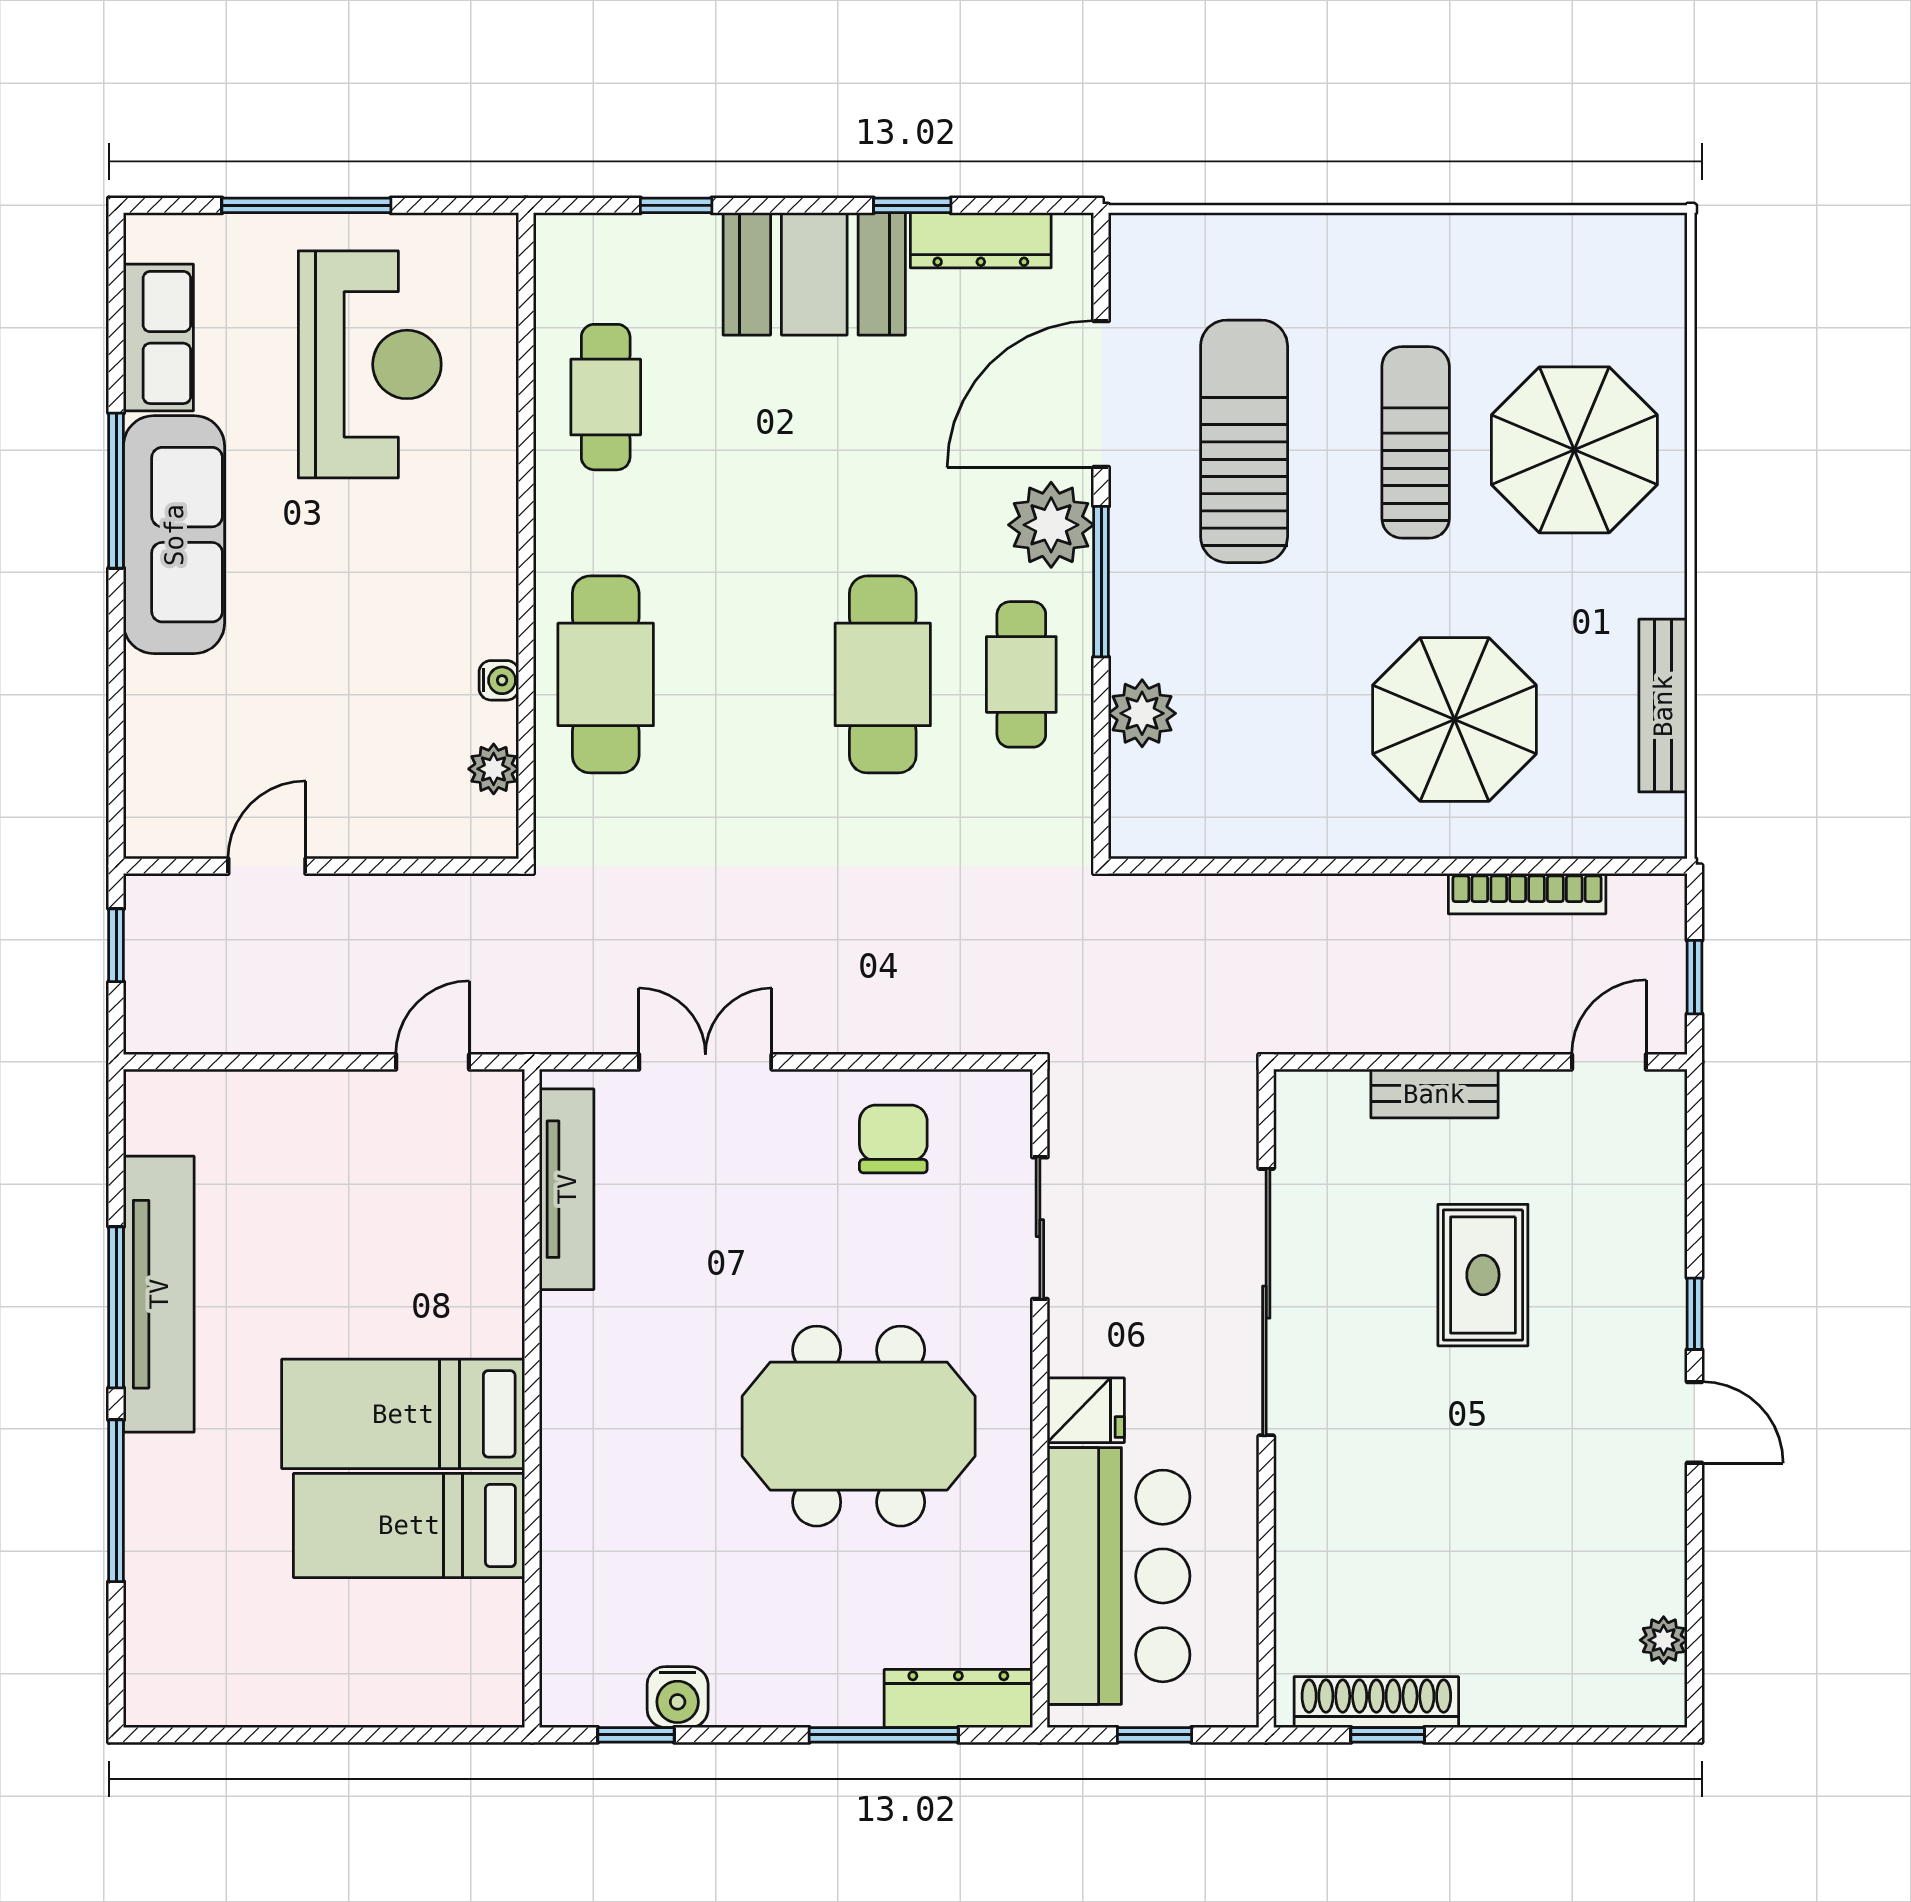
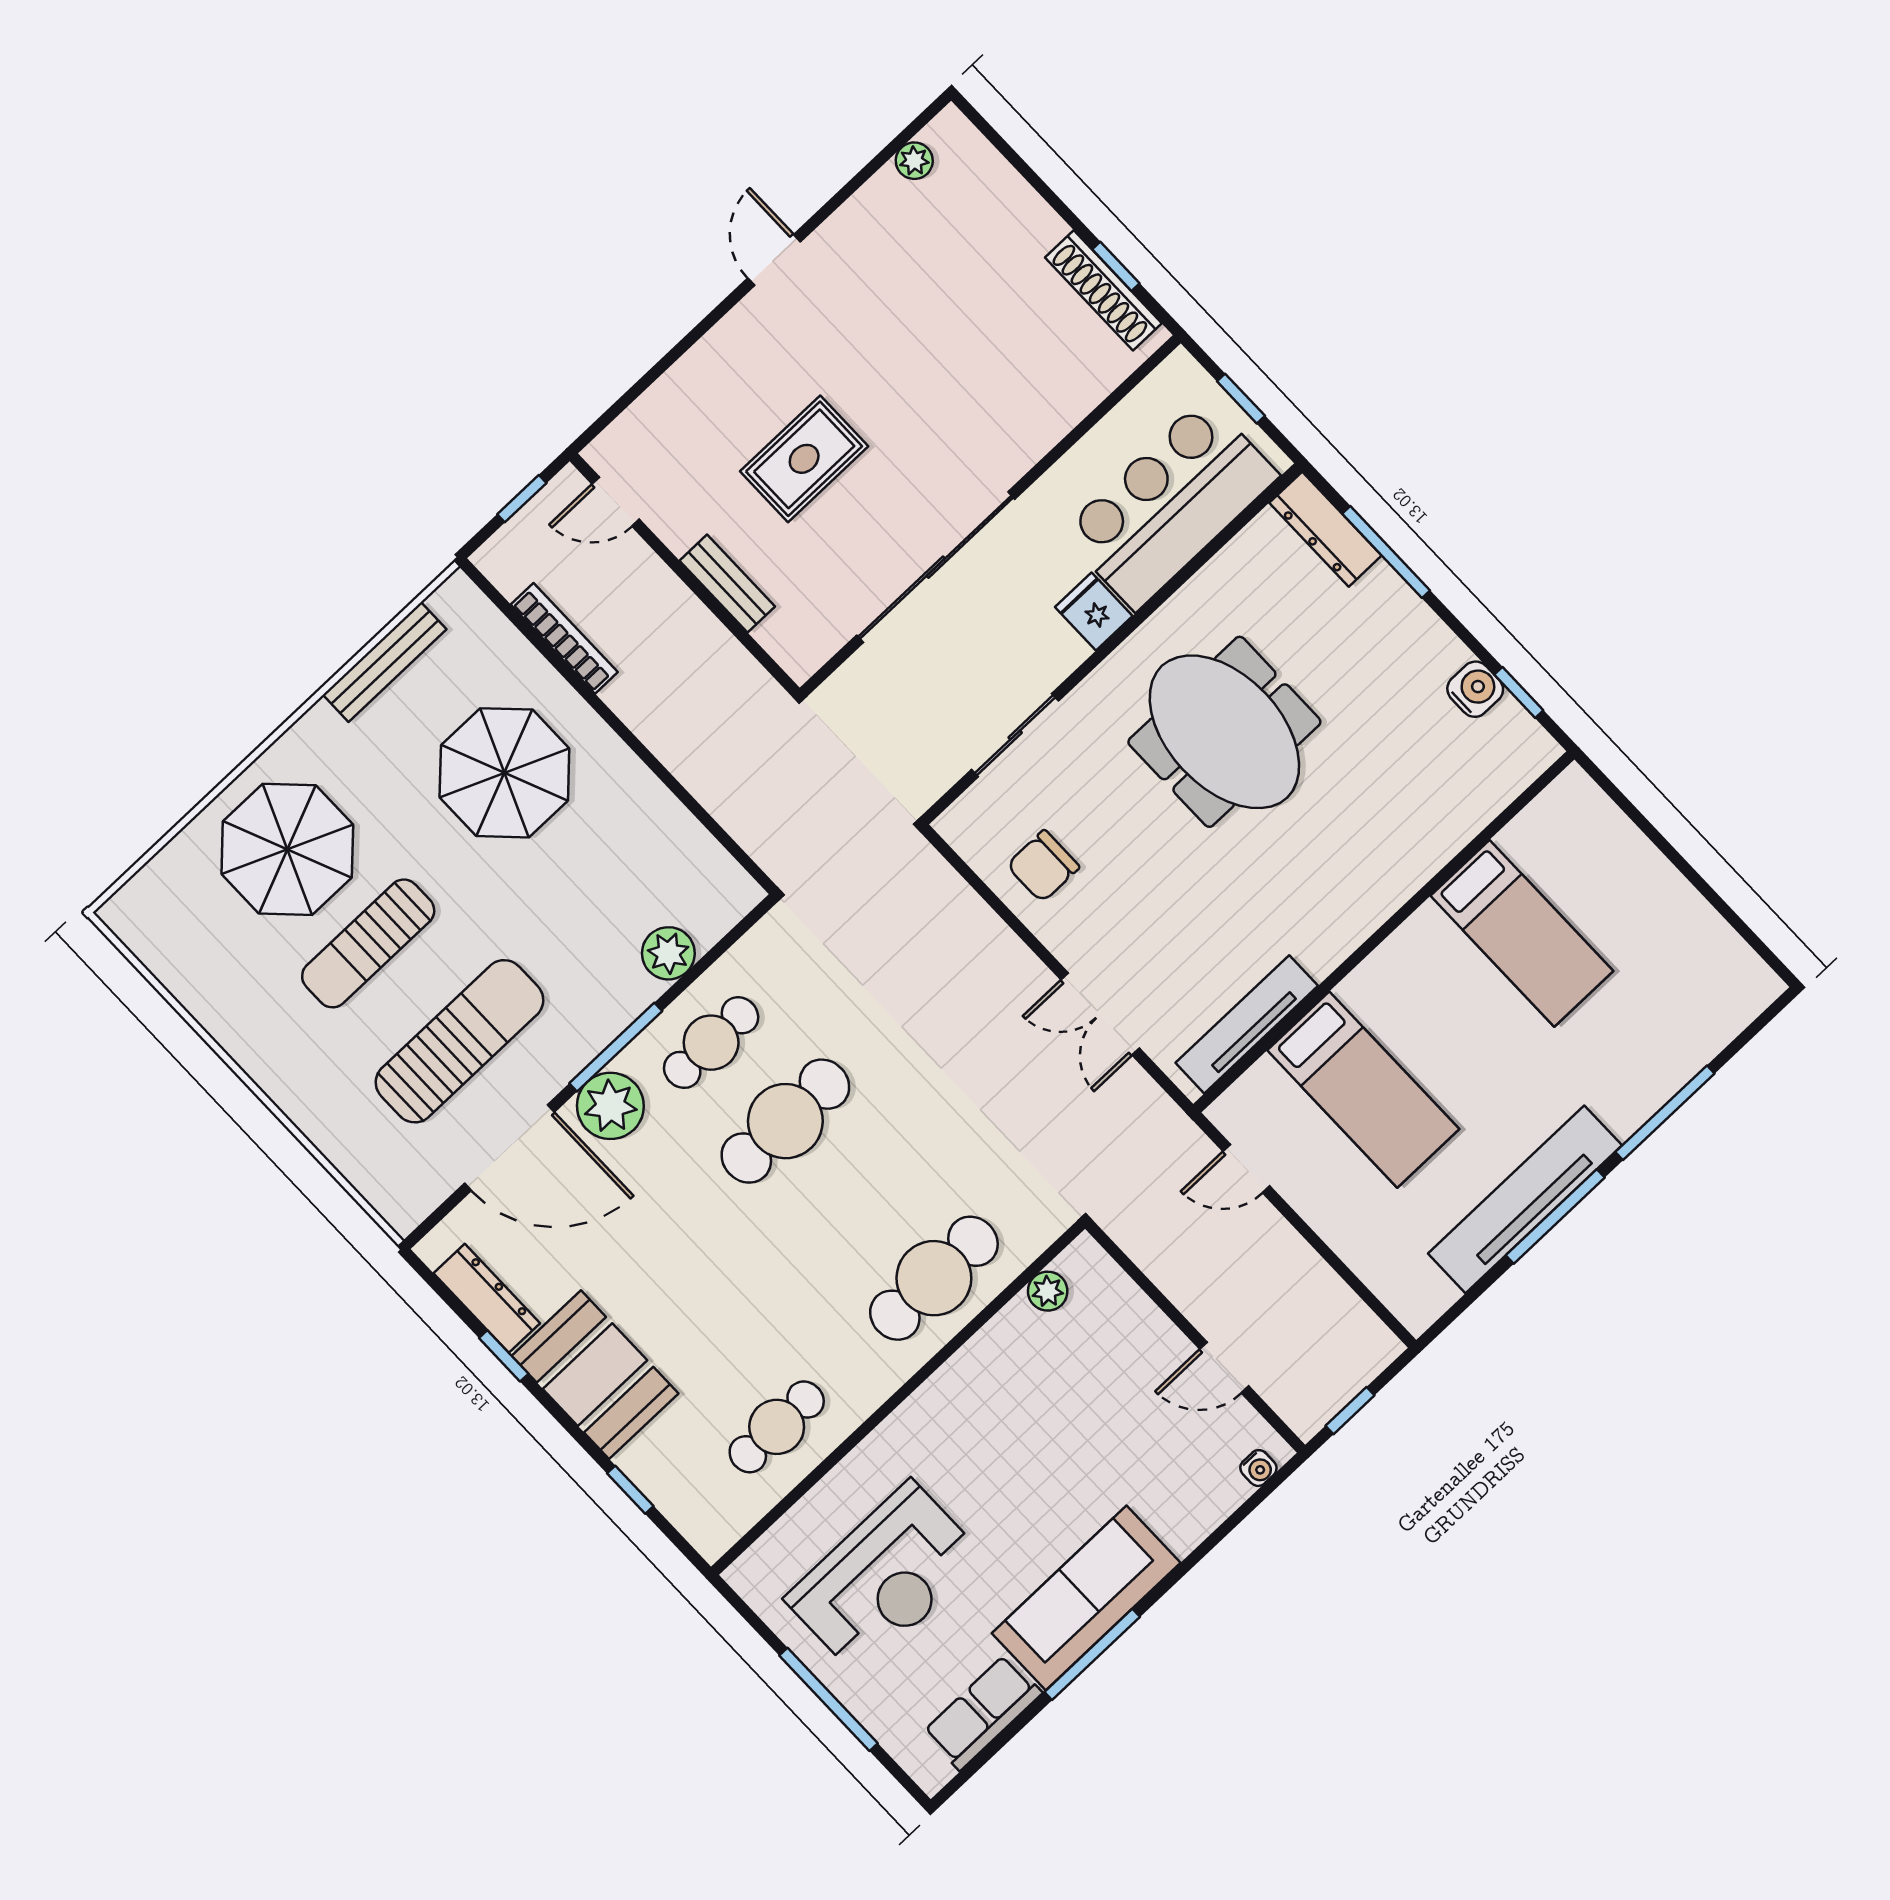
reception desk: (370, 364) -> (885, 1578), turned 180
sun lounger: (1244, 441) -> (459, 1041), turned 180
water cooler: (499, 680) -> (1258, 1468), moved, turned 180
window: (1694, 1314) -> (713, 318), removed
bed: (403, 1414) -> (1363, 1090), moved

